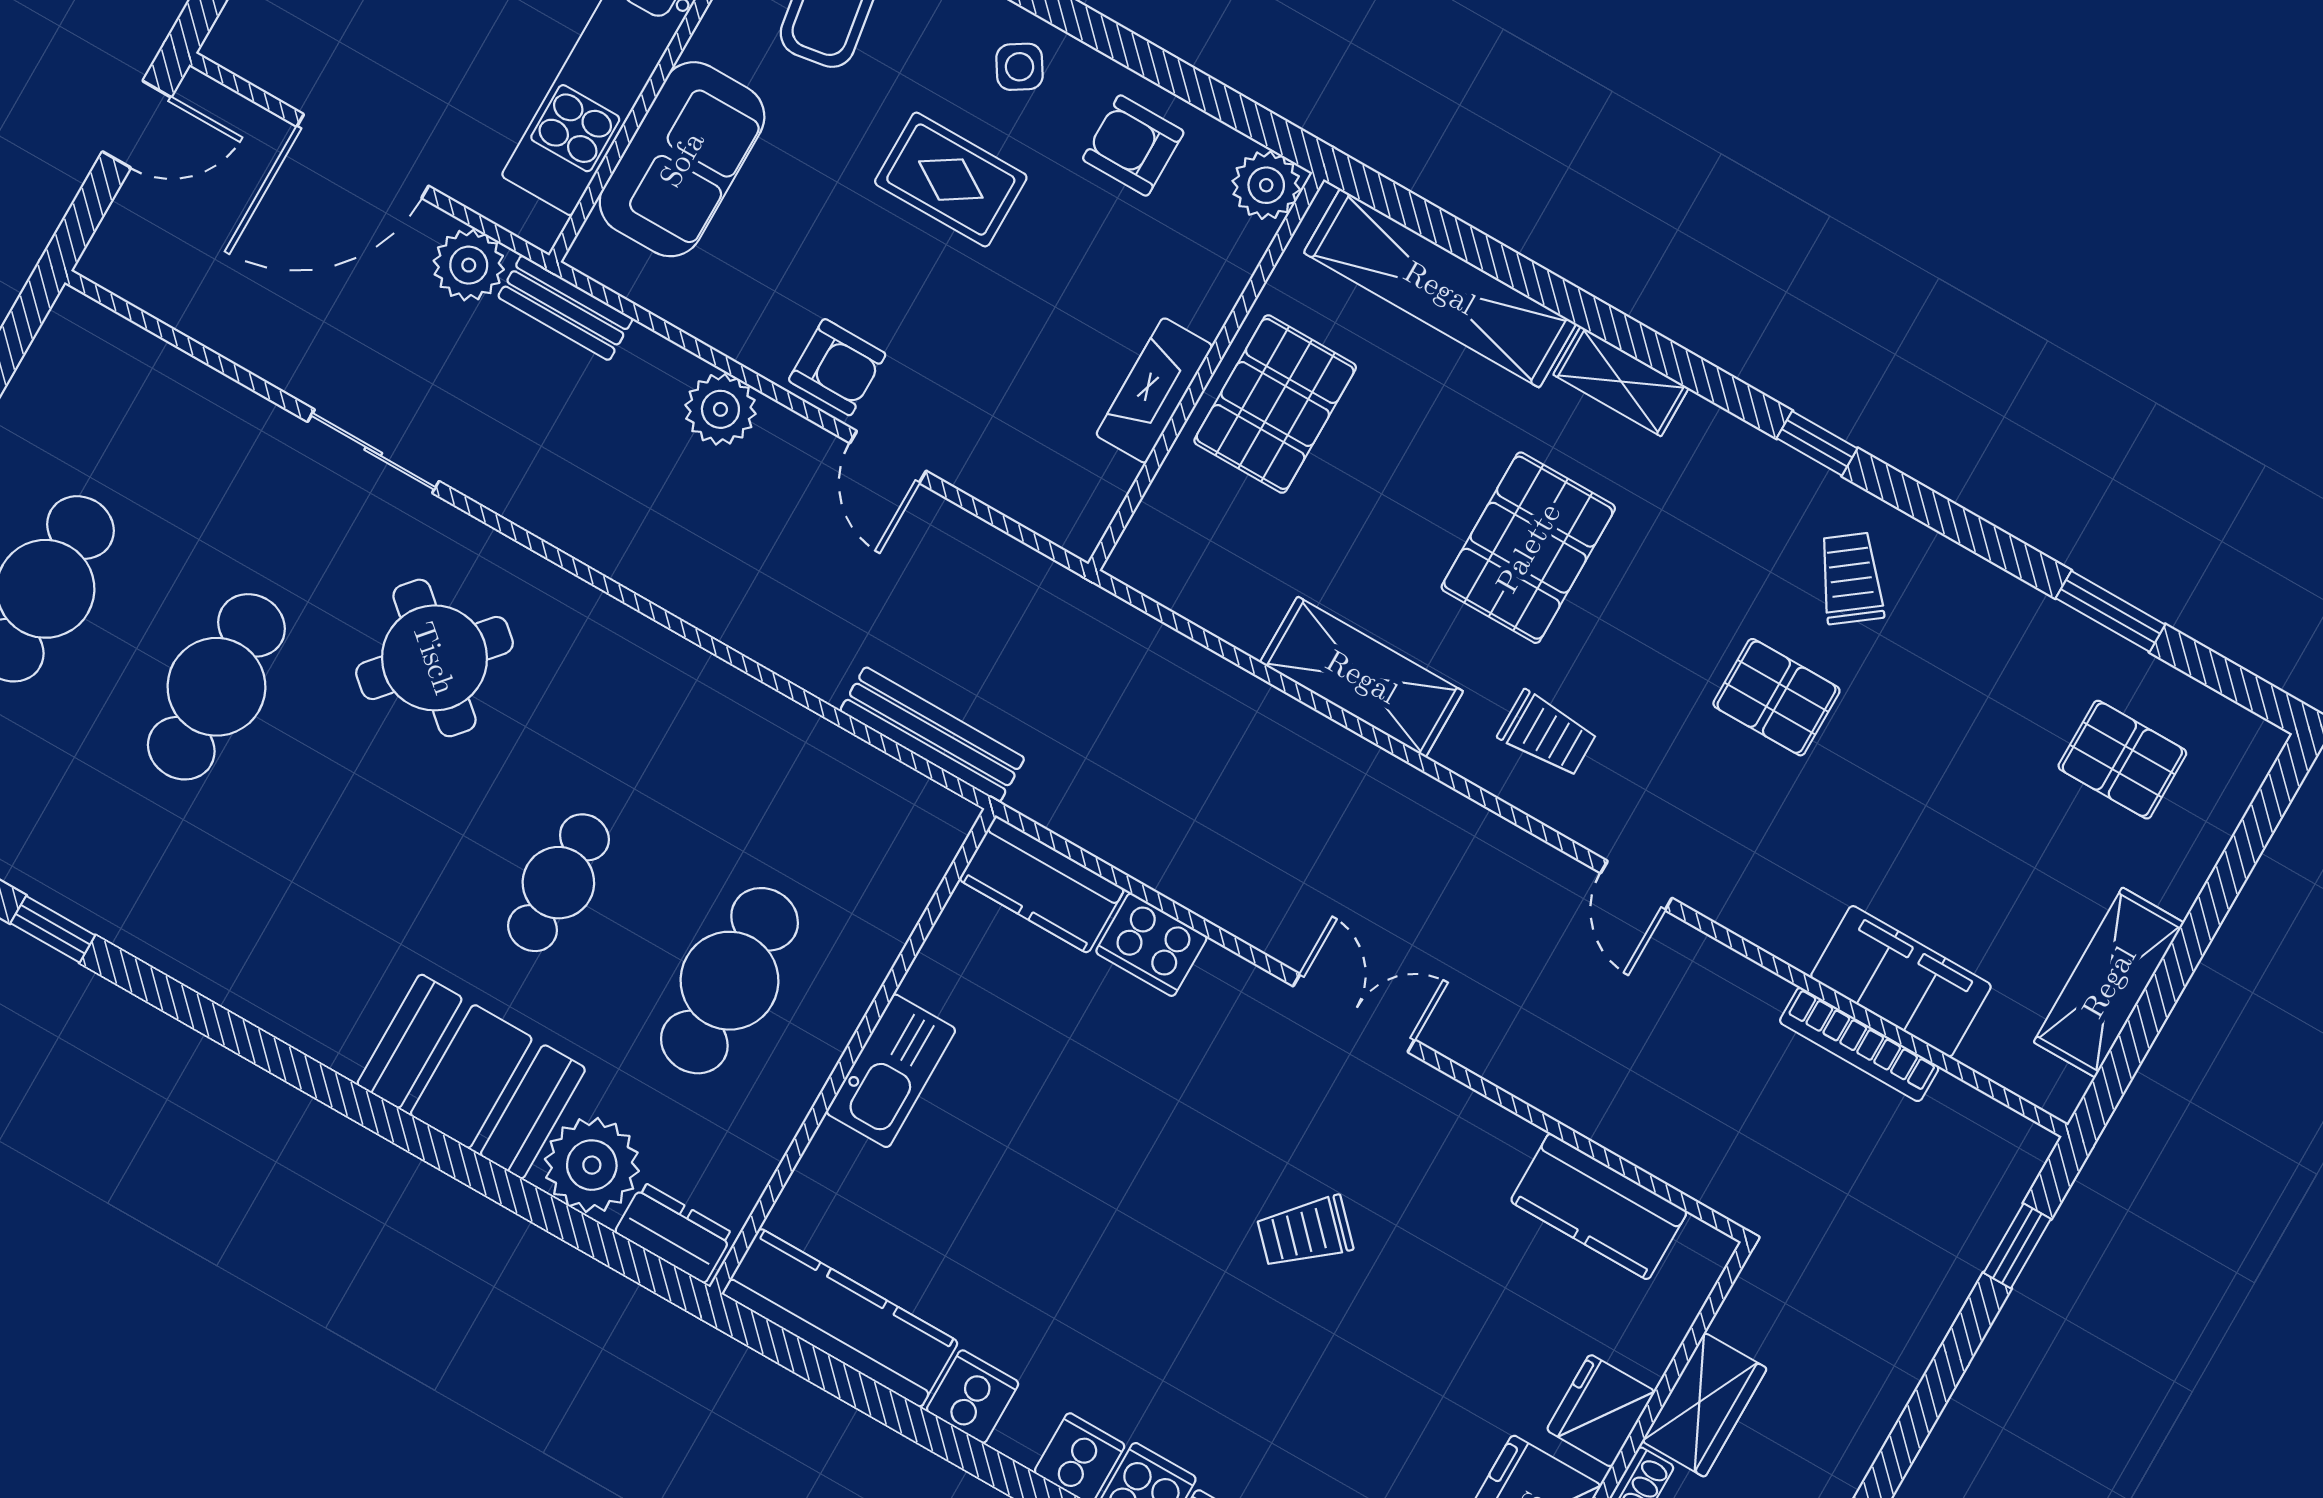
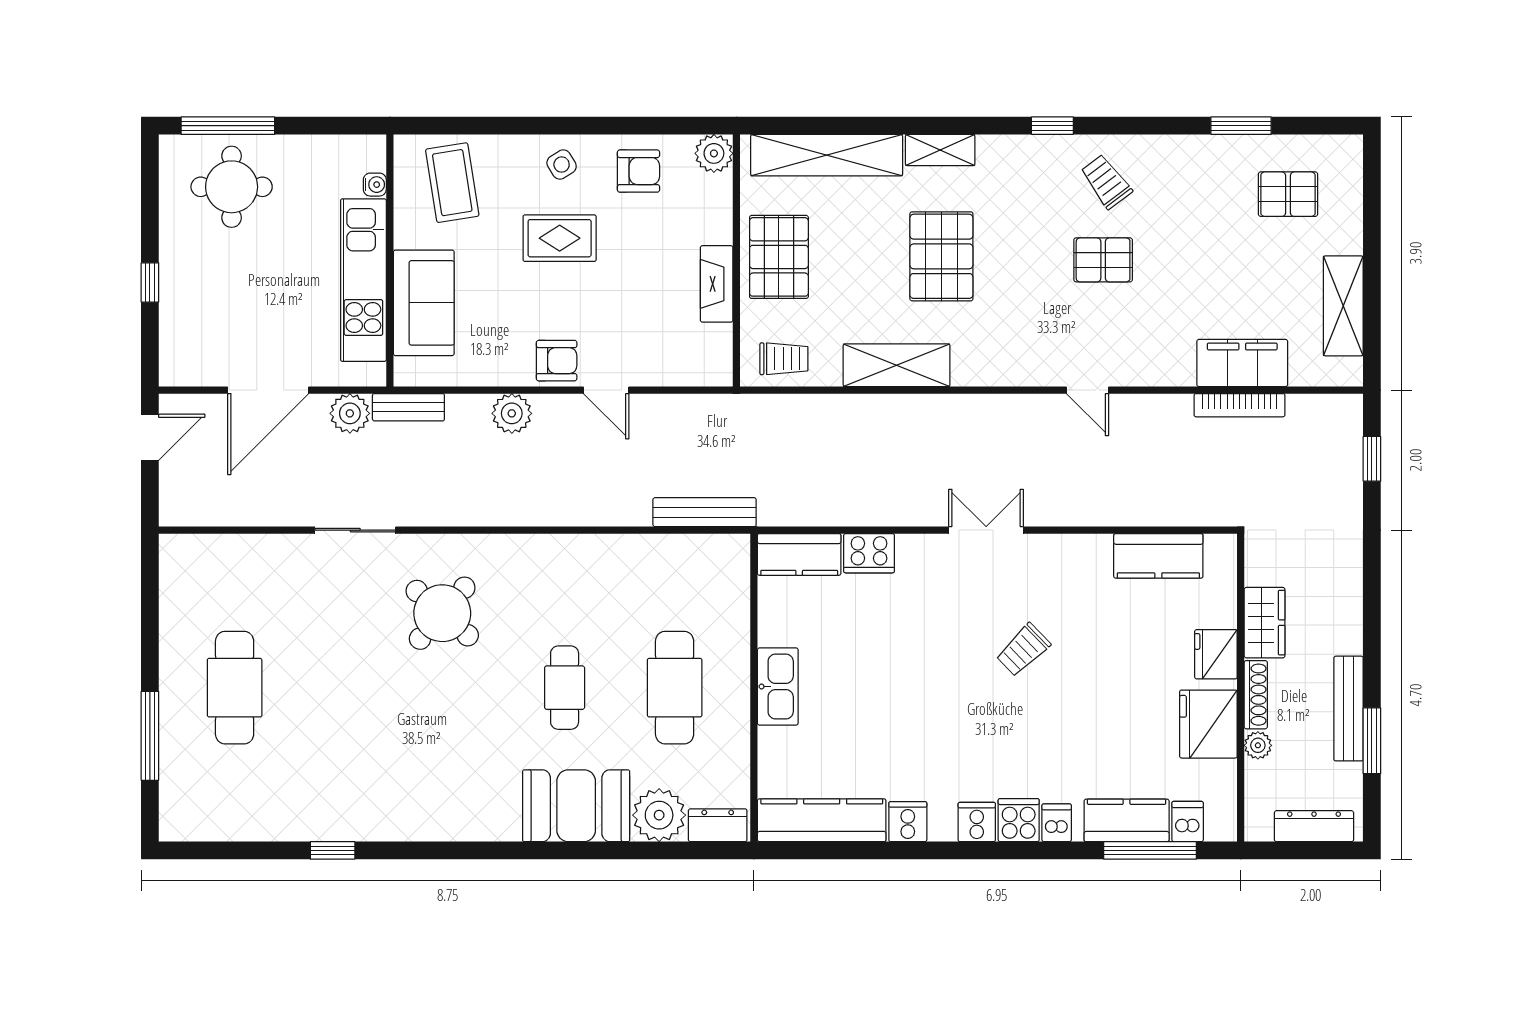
armchair: (1133, 145) -> (639, 171), turned 180
cafe table: (216, 687) -> (345, 688), removed
trolley: (1547, 734) -> (784, 359), moved

